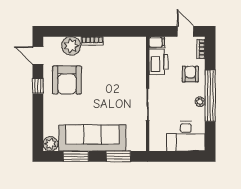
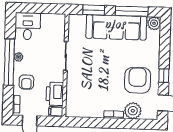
desk: (186, 136) -> (28, 26), width x0.73
window: (76, 156) -> (132, 11), width x1.44

